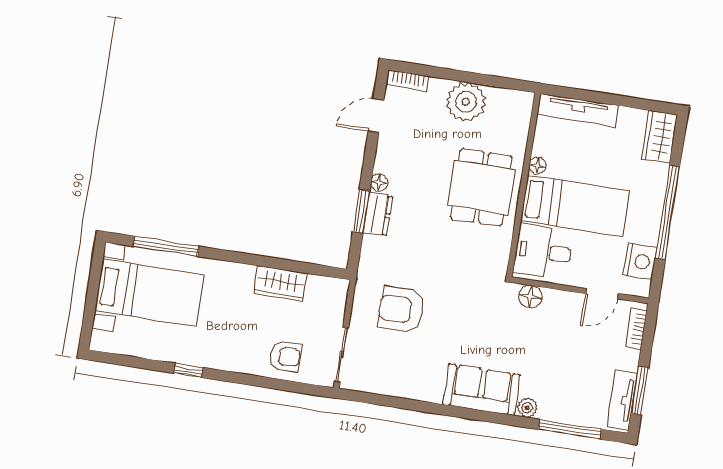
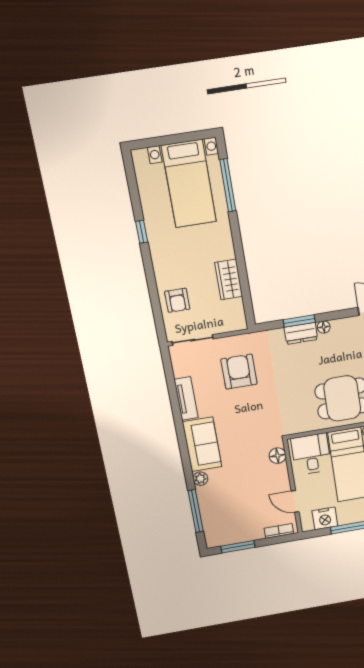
tv unit: (622, 400) -> (186, 398), moved, turned 90

